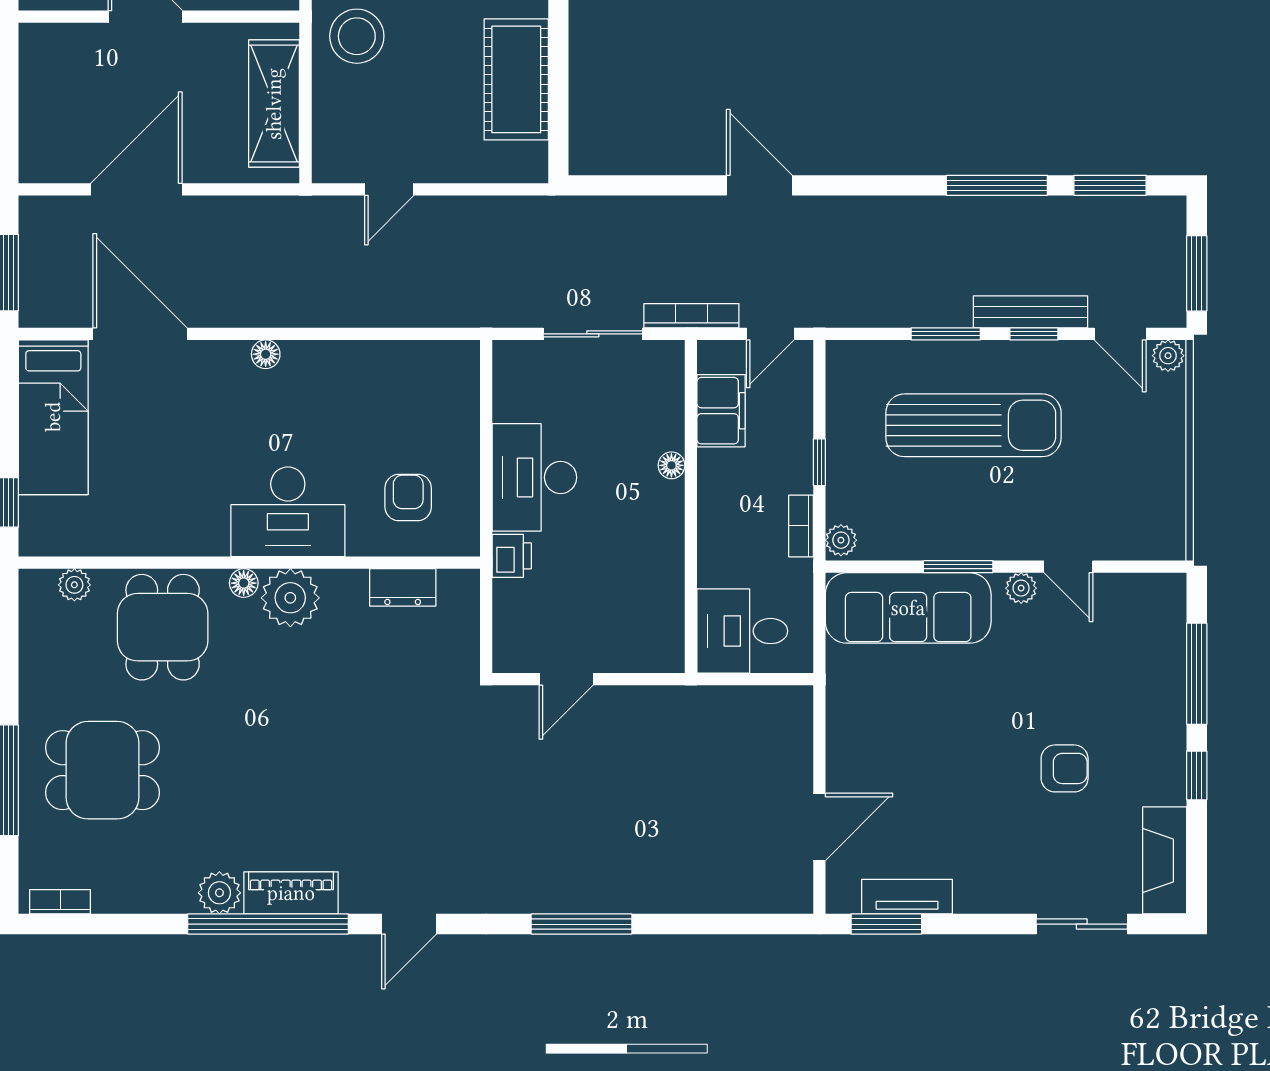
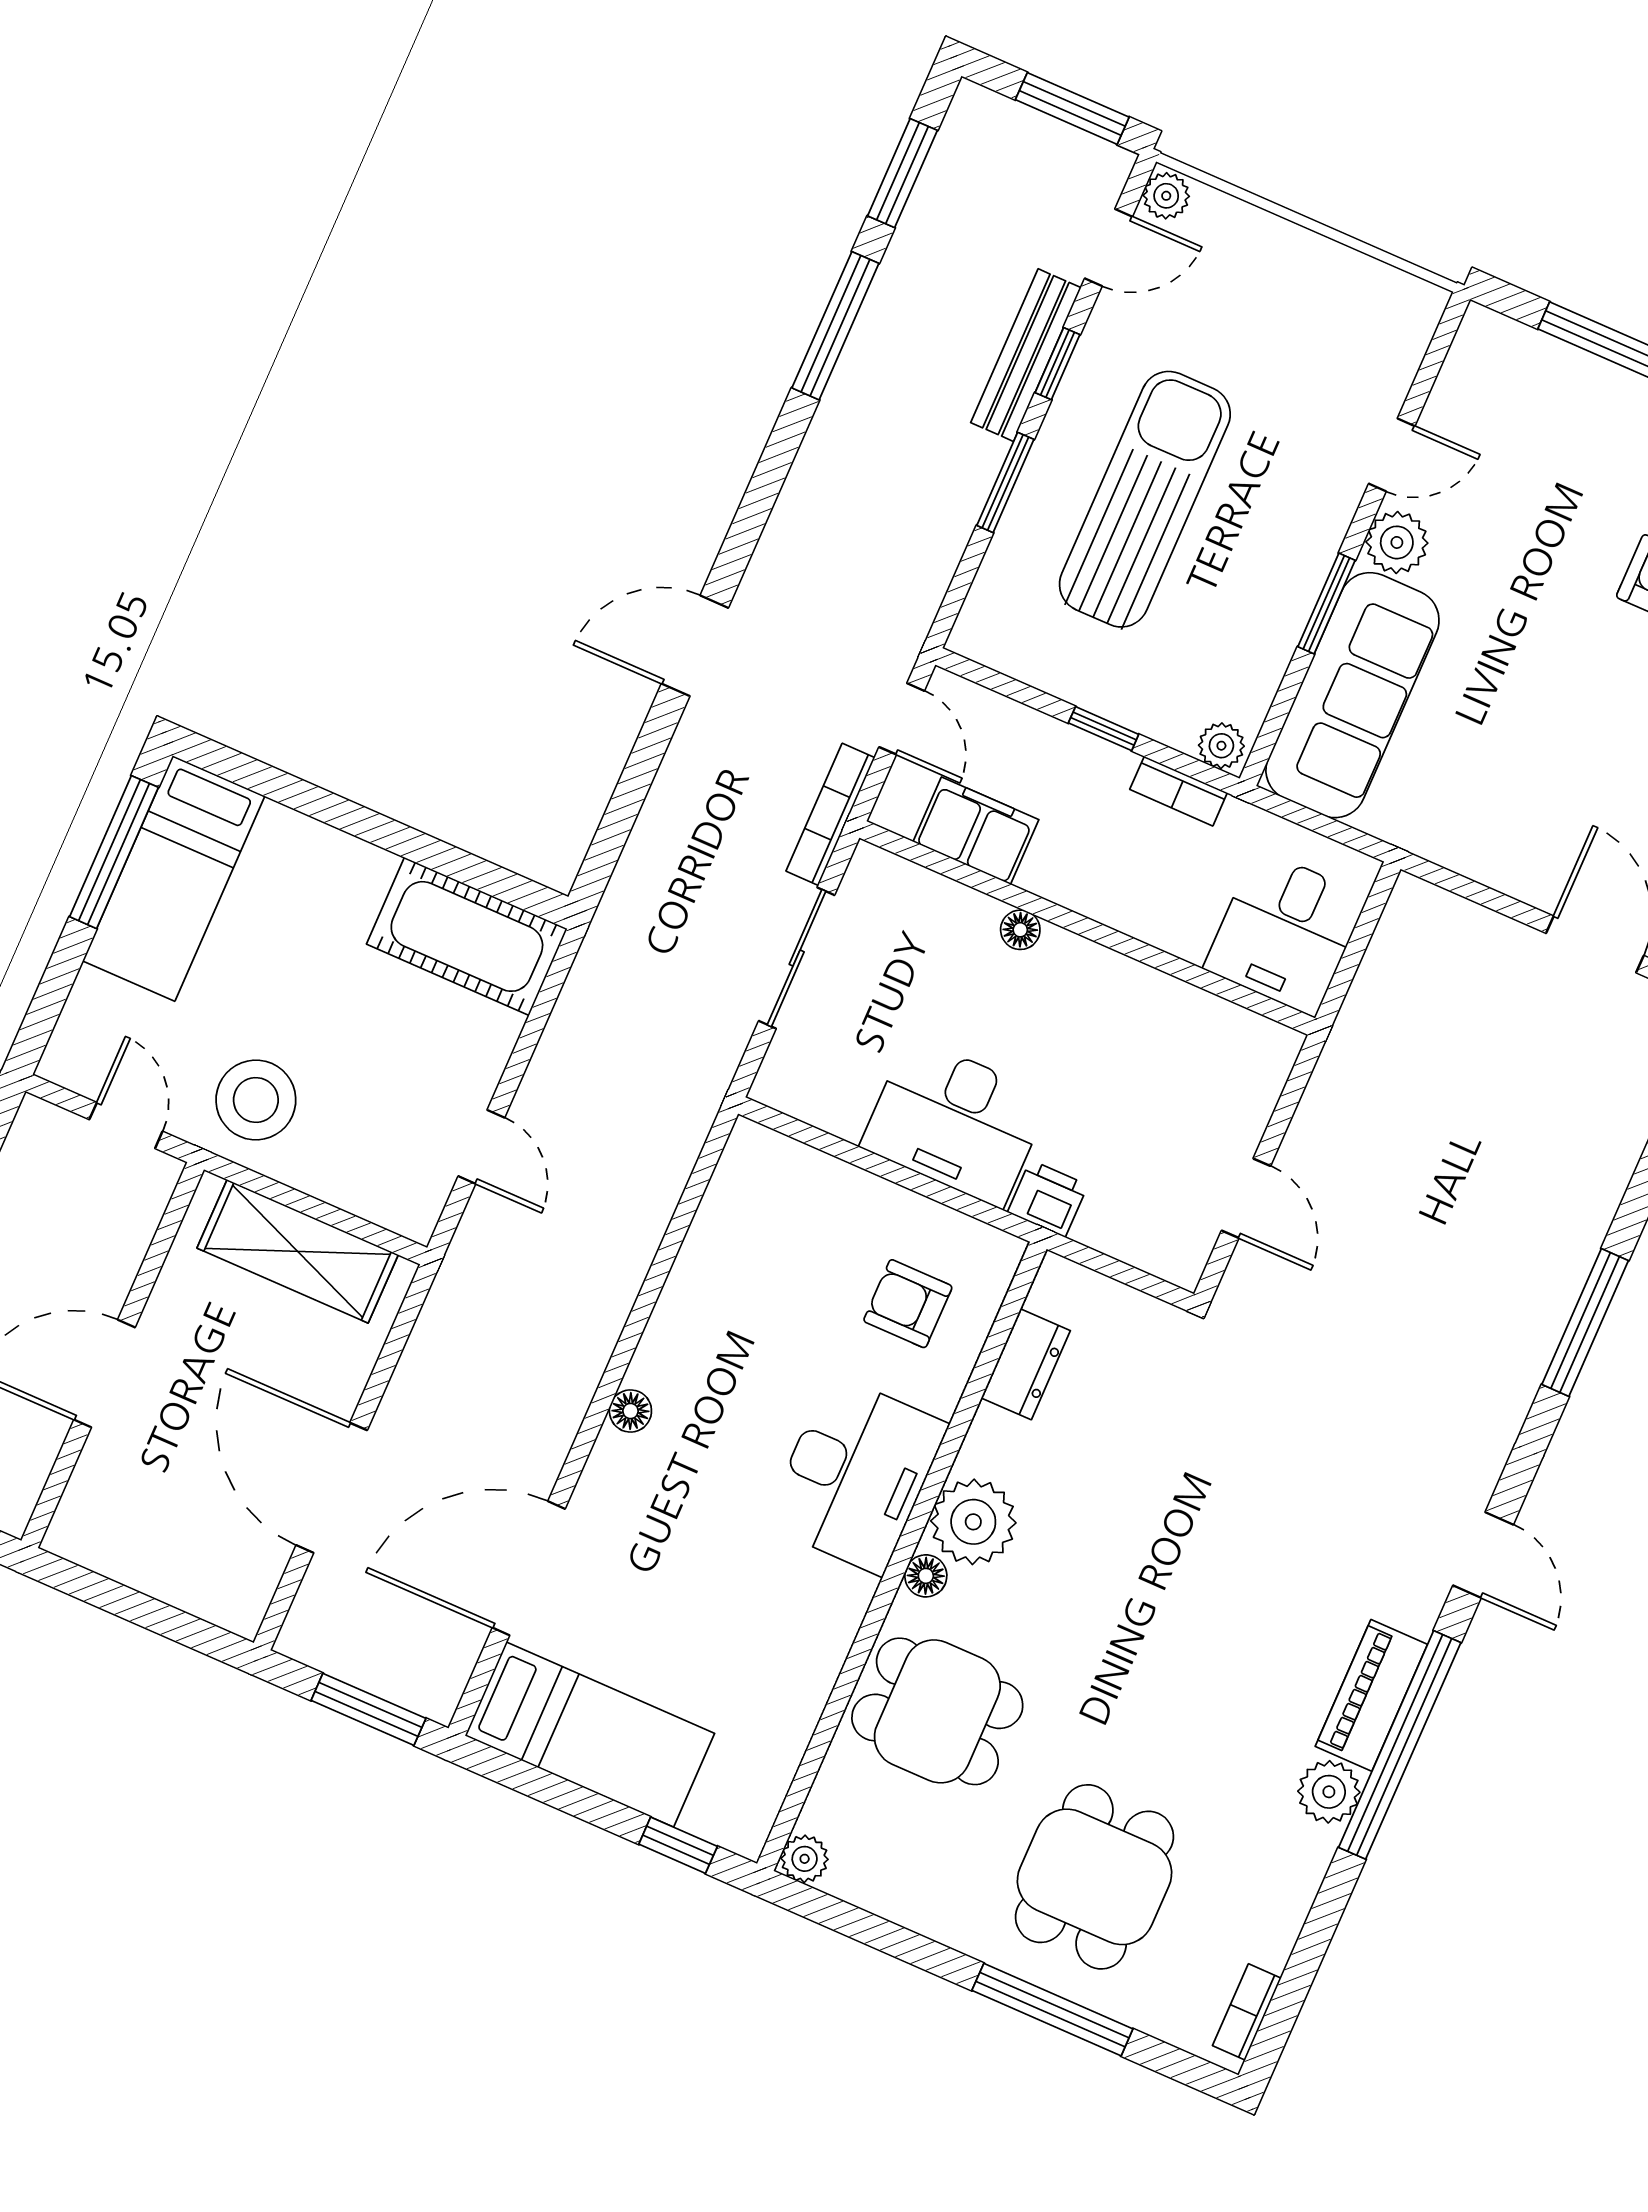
cot: (516, 79) -> (467, 936), moved
plant: (74, 585) -> (805, 1859), moved
plant: (1021, 588) -> (1397, 542), width x1.38, depth x1.38

